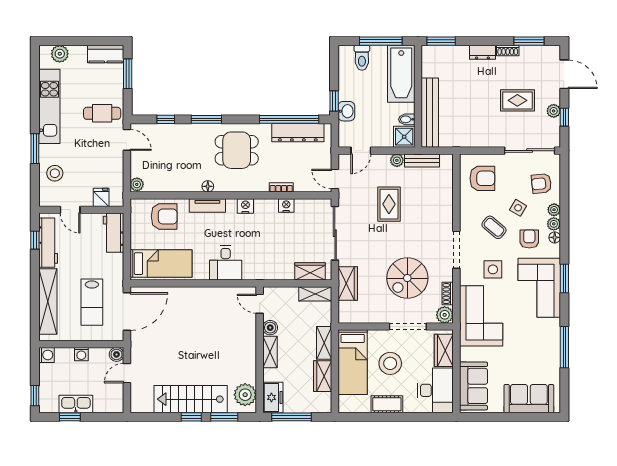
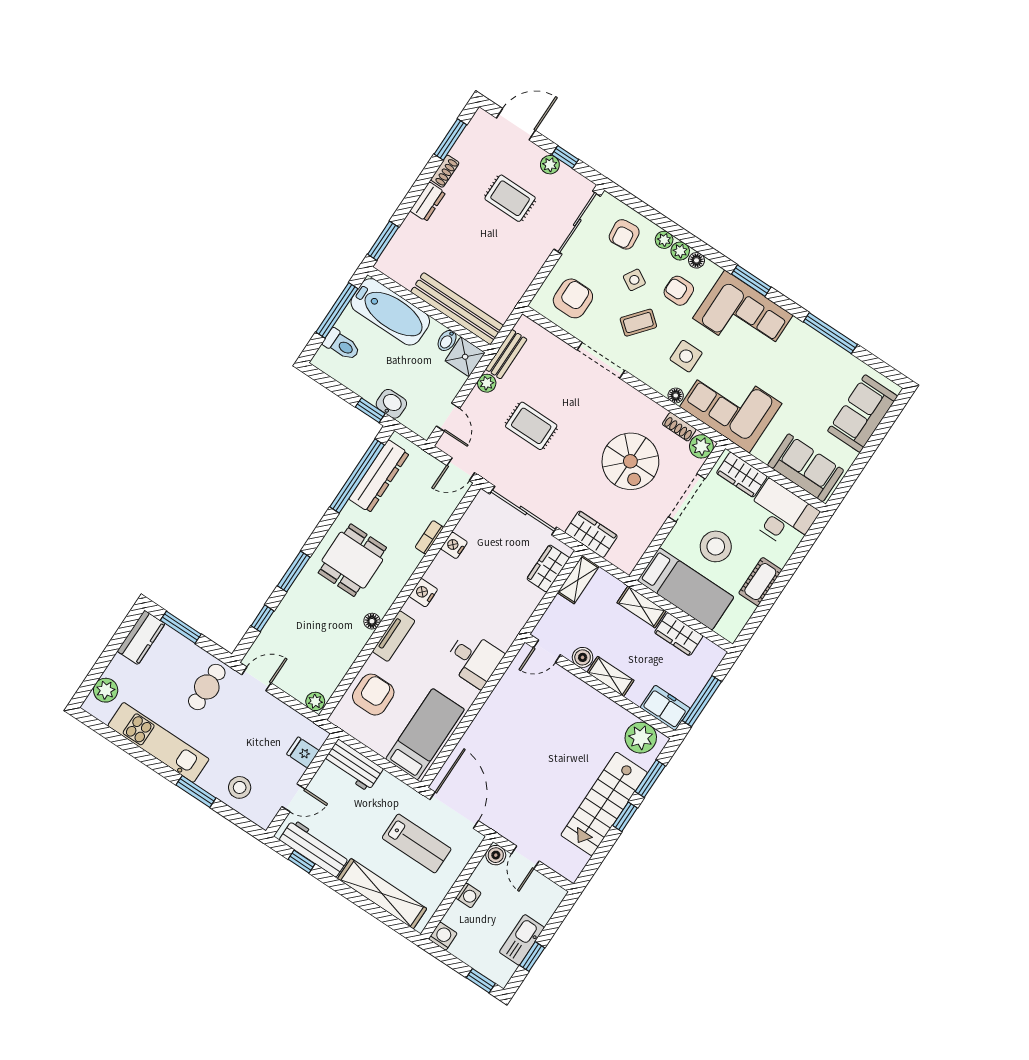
rug: (517, 100) -> (510, 198), turned 90
doorway: (456, 250) -> (601, 360), moved
floor lamp: (465, 279) -> (676, 395), added

